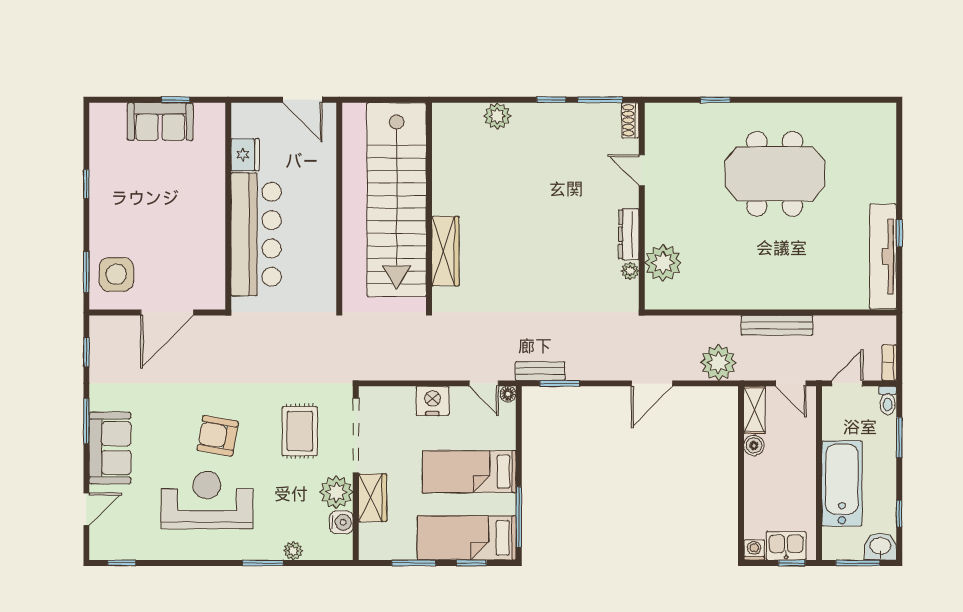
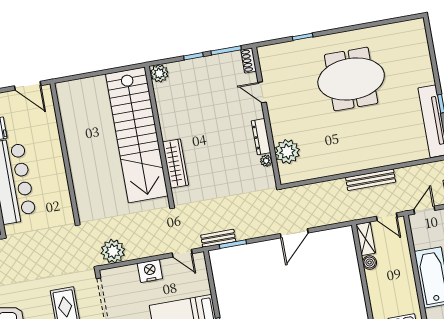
stairs: (397, 200) -> (137, 135), moved
wall: (429, 206) -> (159, 135), moved
wardrobe: (445, 251) -> (175, 163), moved
plant: (718, 363) -> (113, 251), moved
floor lamp: (508, 394) -> (200, 258), removed

